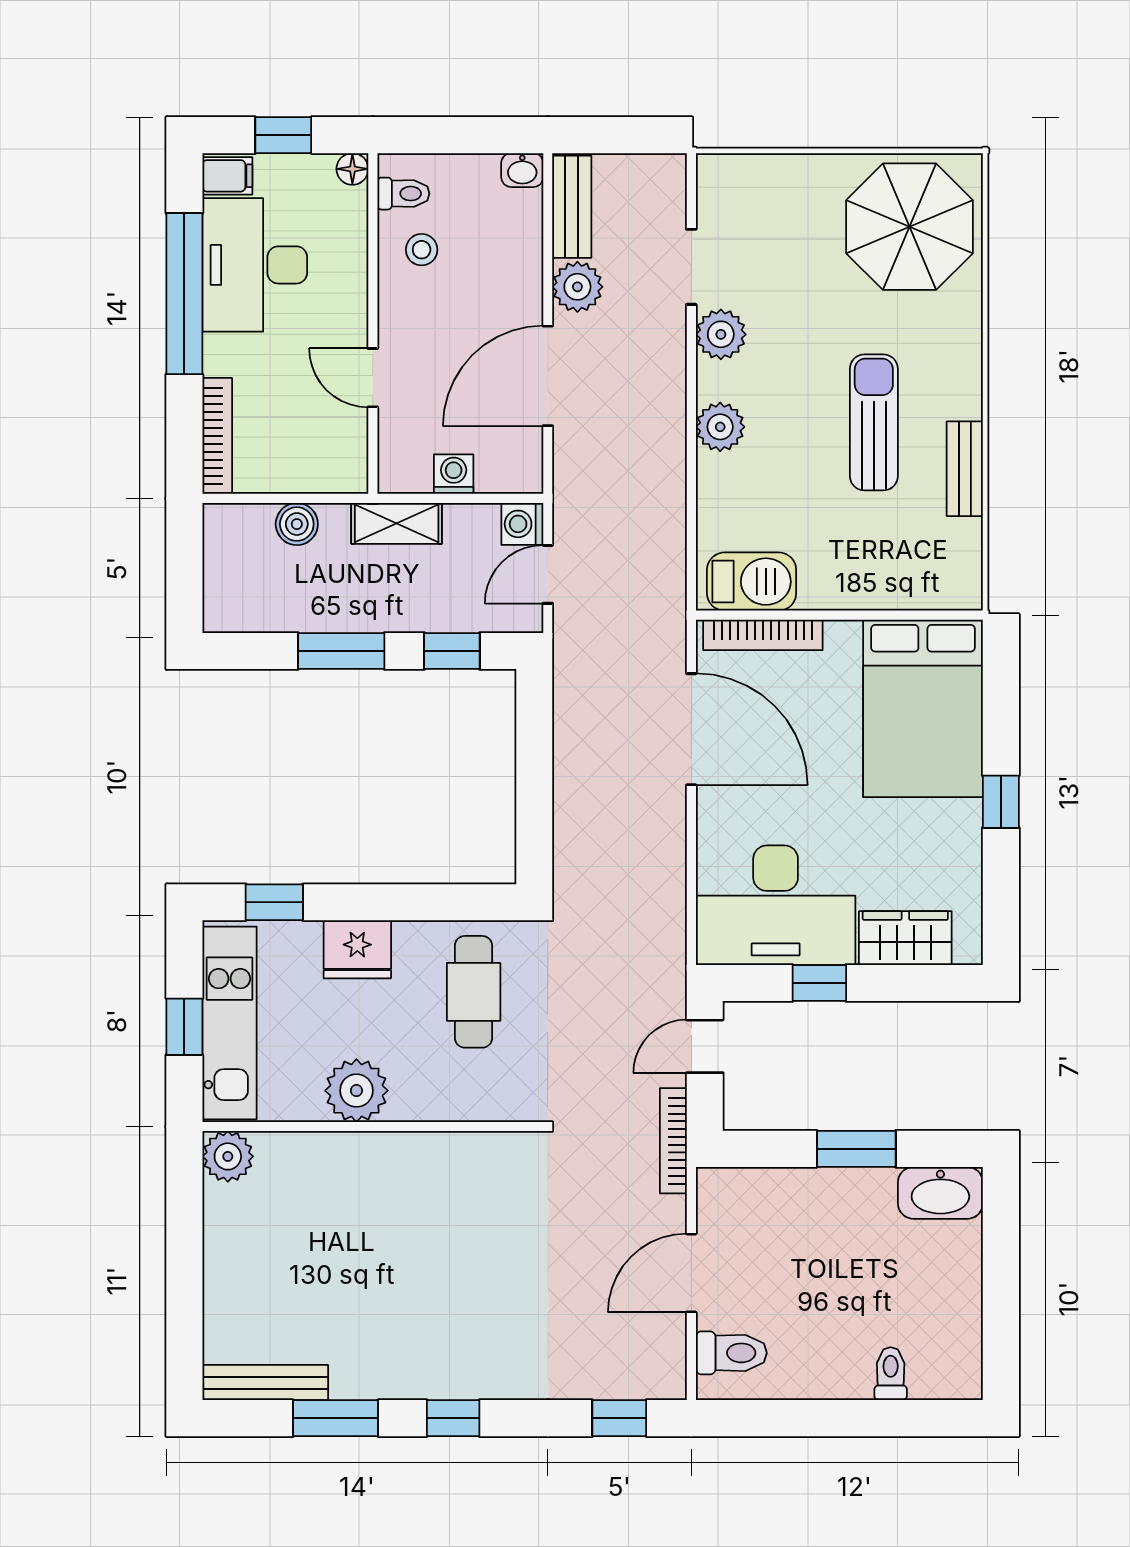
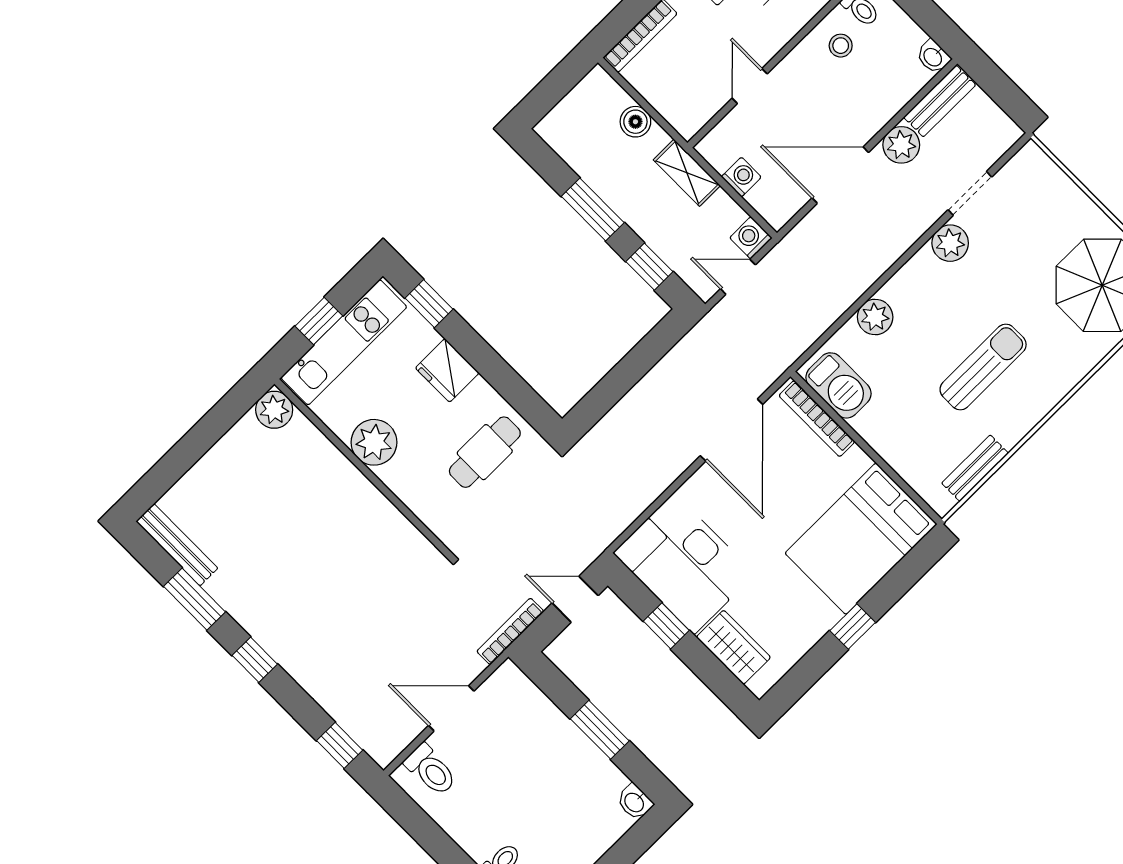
plant: (720, 427) -> (875, 317), moved
bench: (965, 469) -> (975, 468), moved
washbasin: (940, 1193) -> (635, 802), width x0.52, depth x0.69

